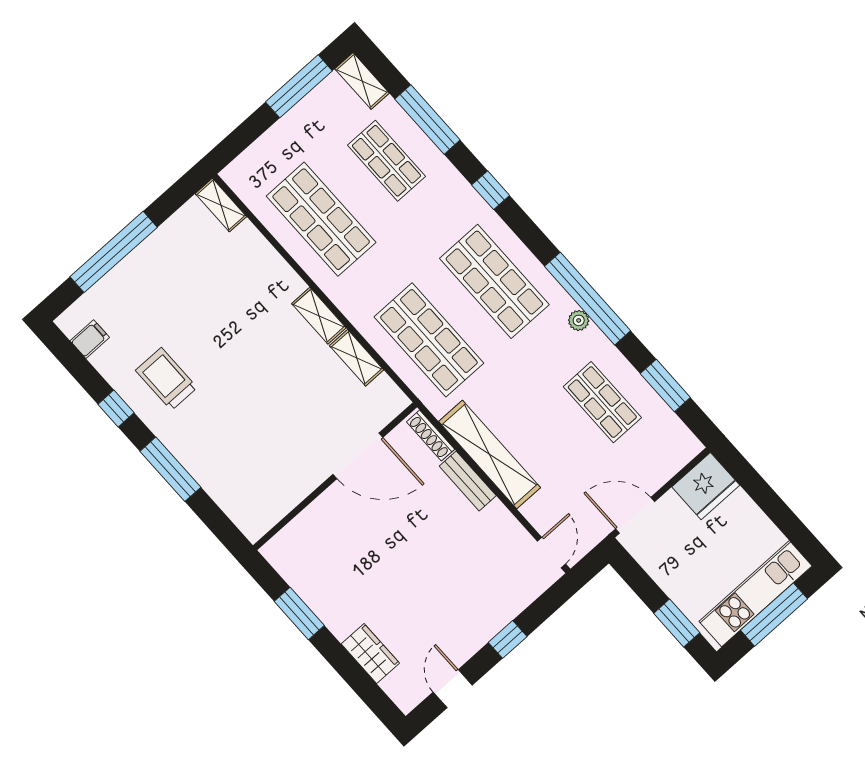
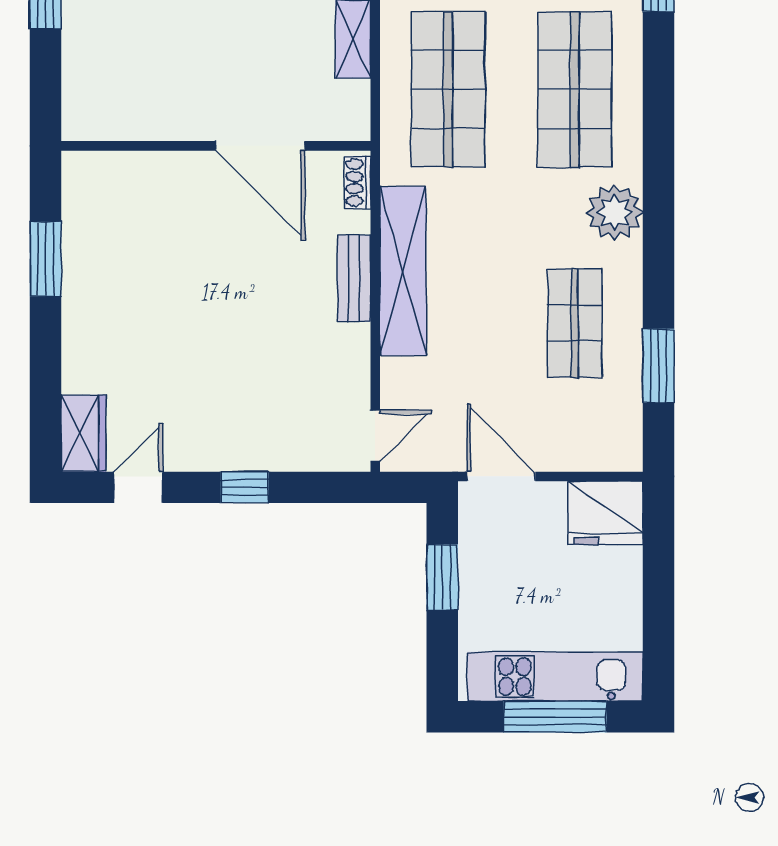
window: (588, 299) -> (658, 197), removed
plant: (579, 320) -> (615, 212), width x1.88, depth x1.88
shoe rack: (431, 436) -> (358, 182), width x0.70
window: (677, 623) -> (442, 577), moved
wardrobe: (370, 654) -> (83, 433), moved

